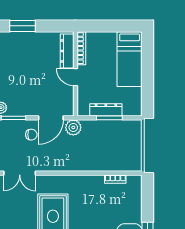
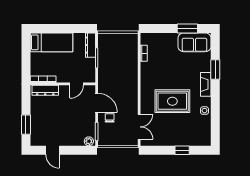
door: (76, 77) -> (77, 84), moved
dresser: (106, 110) -> (90, 45), moved
plant: (73, 127) -> (104, 86), removed

